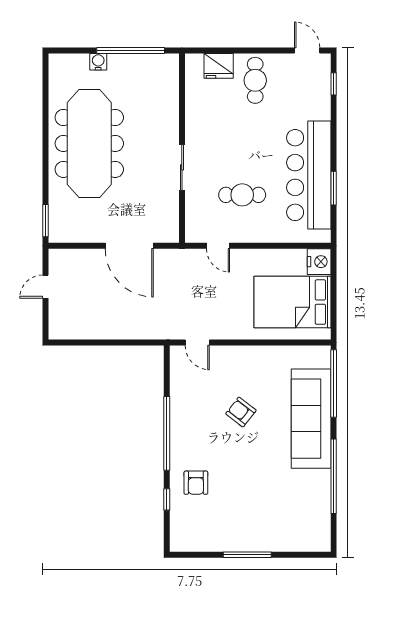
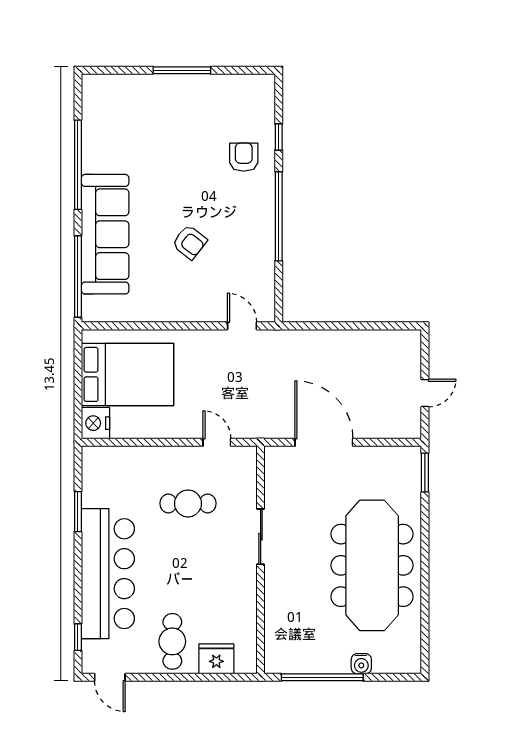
bar counter: (309, 175) -> (108, 574), moved

